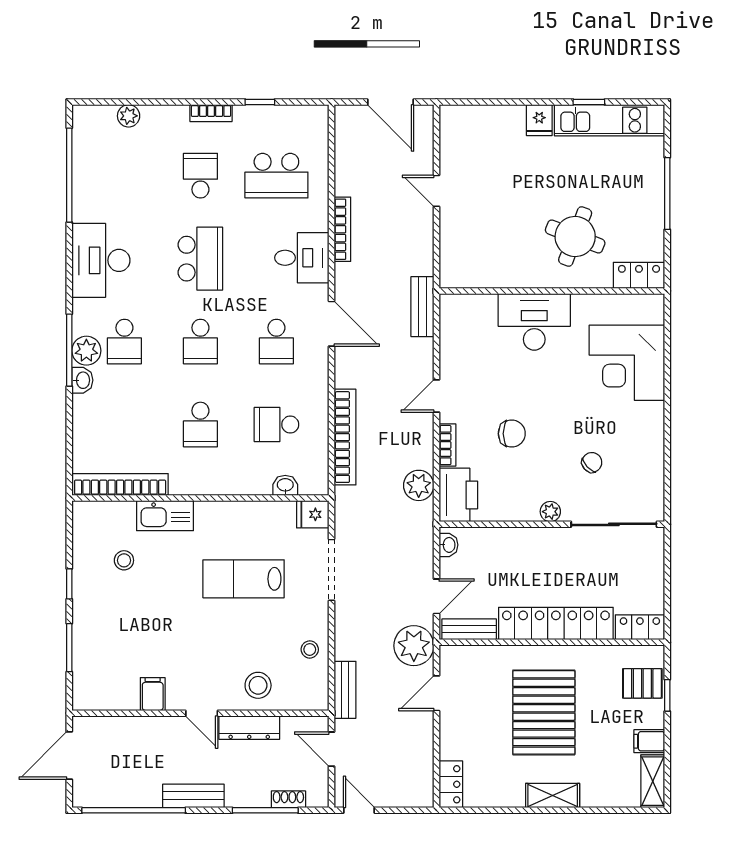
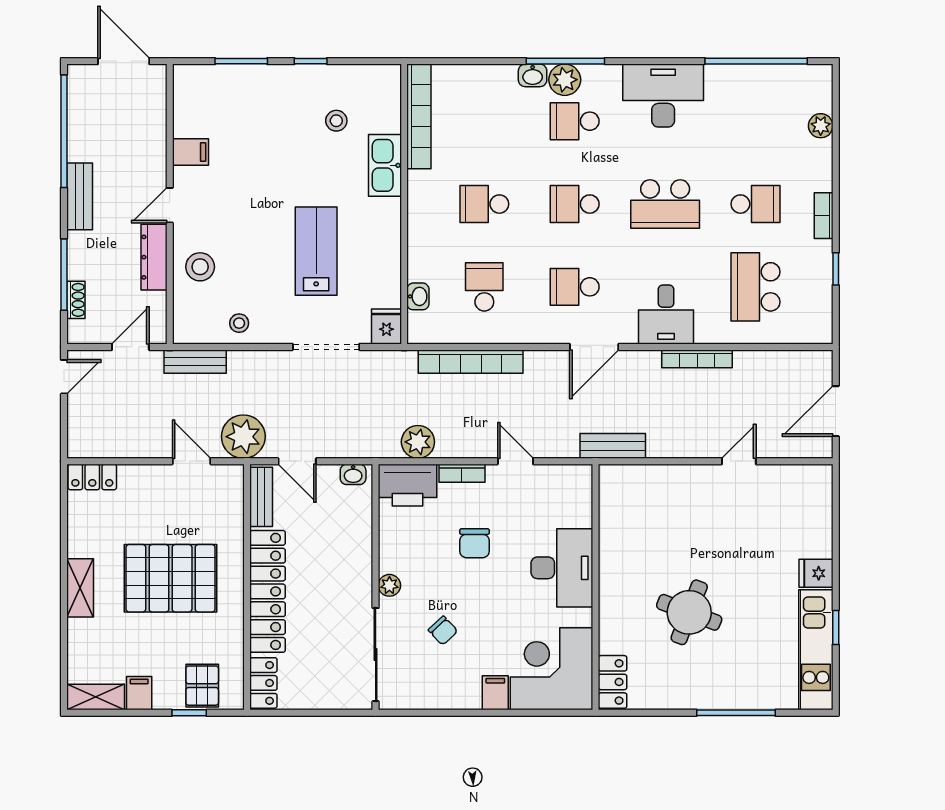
locker: (639, 275) -> (613, 682), moved
wall: (552, 291) -> (596, 587), moved
desk: (534, 322) -> (562, 568), moved
filing cabinet: (649, 414) -> (495, 693), added

